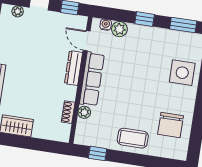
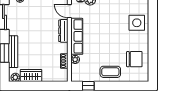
chair: (171, 125) -> (134, 59), turned -90

